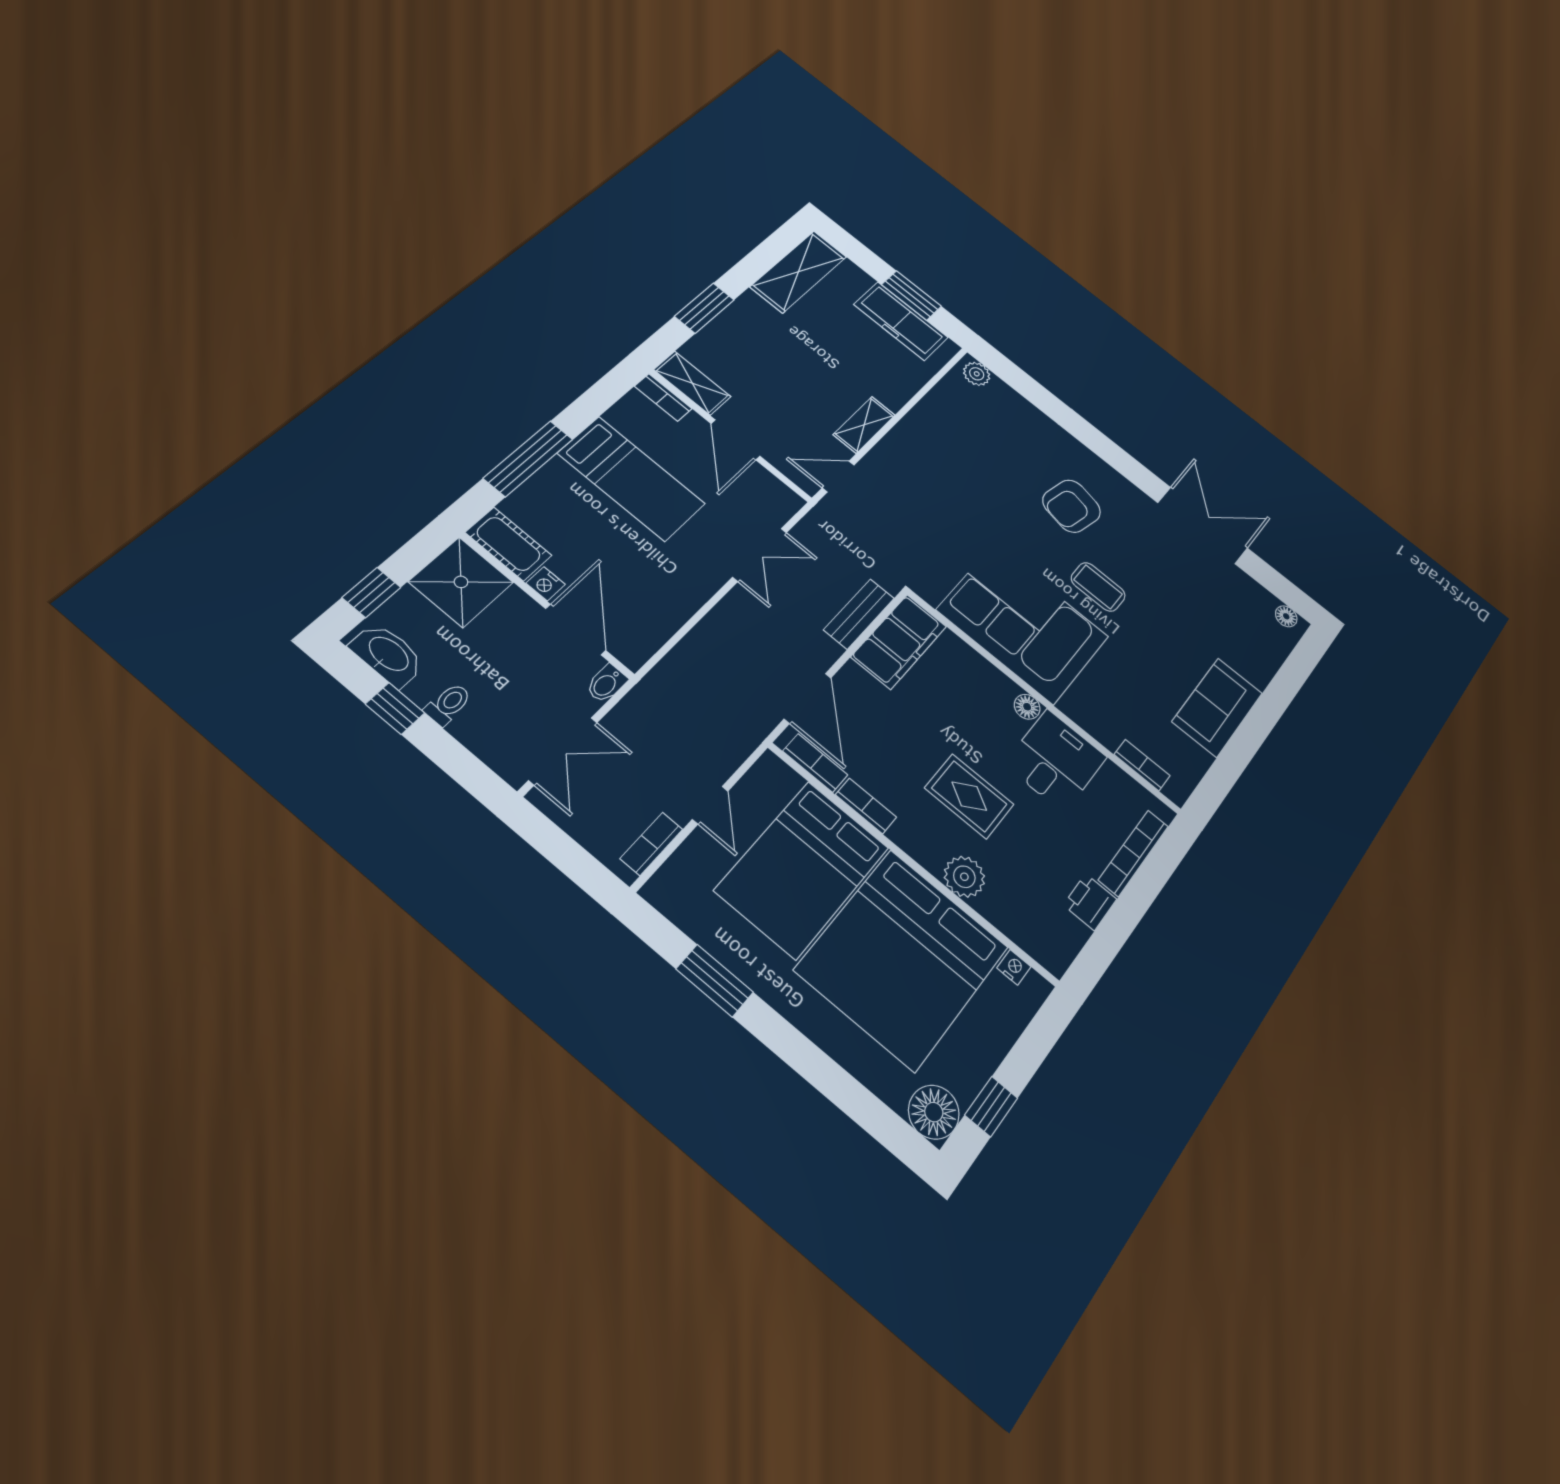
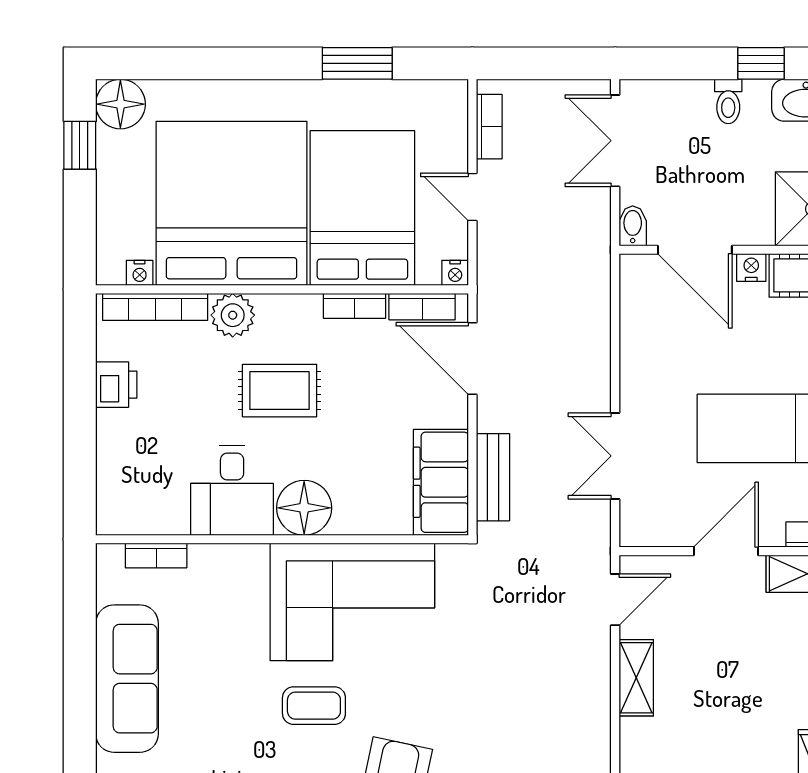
door: (735, 440) -> (726, 551), hinge flipped
floor lamp: (1027, 707) -> (304, 508), width x1.89, depth x1.89
sofa: (1217, 707) -> (127, 679), width x1.36
nightstand: (770, 765) -> (455, 273), added
bookcase: (1134, 853) -> (155, 307), moved, turned 90

